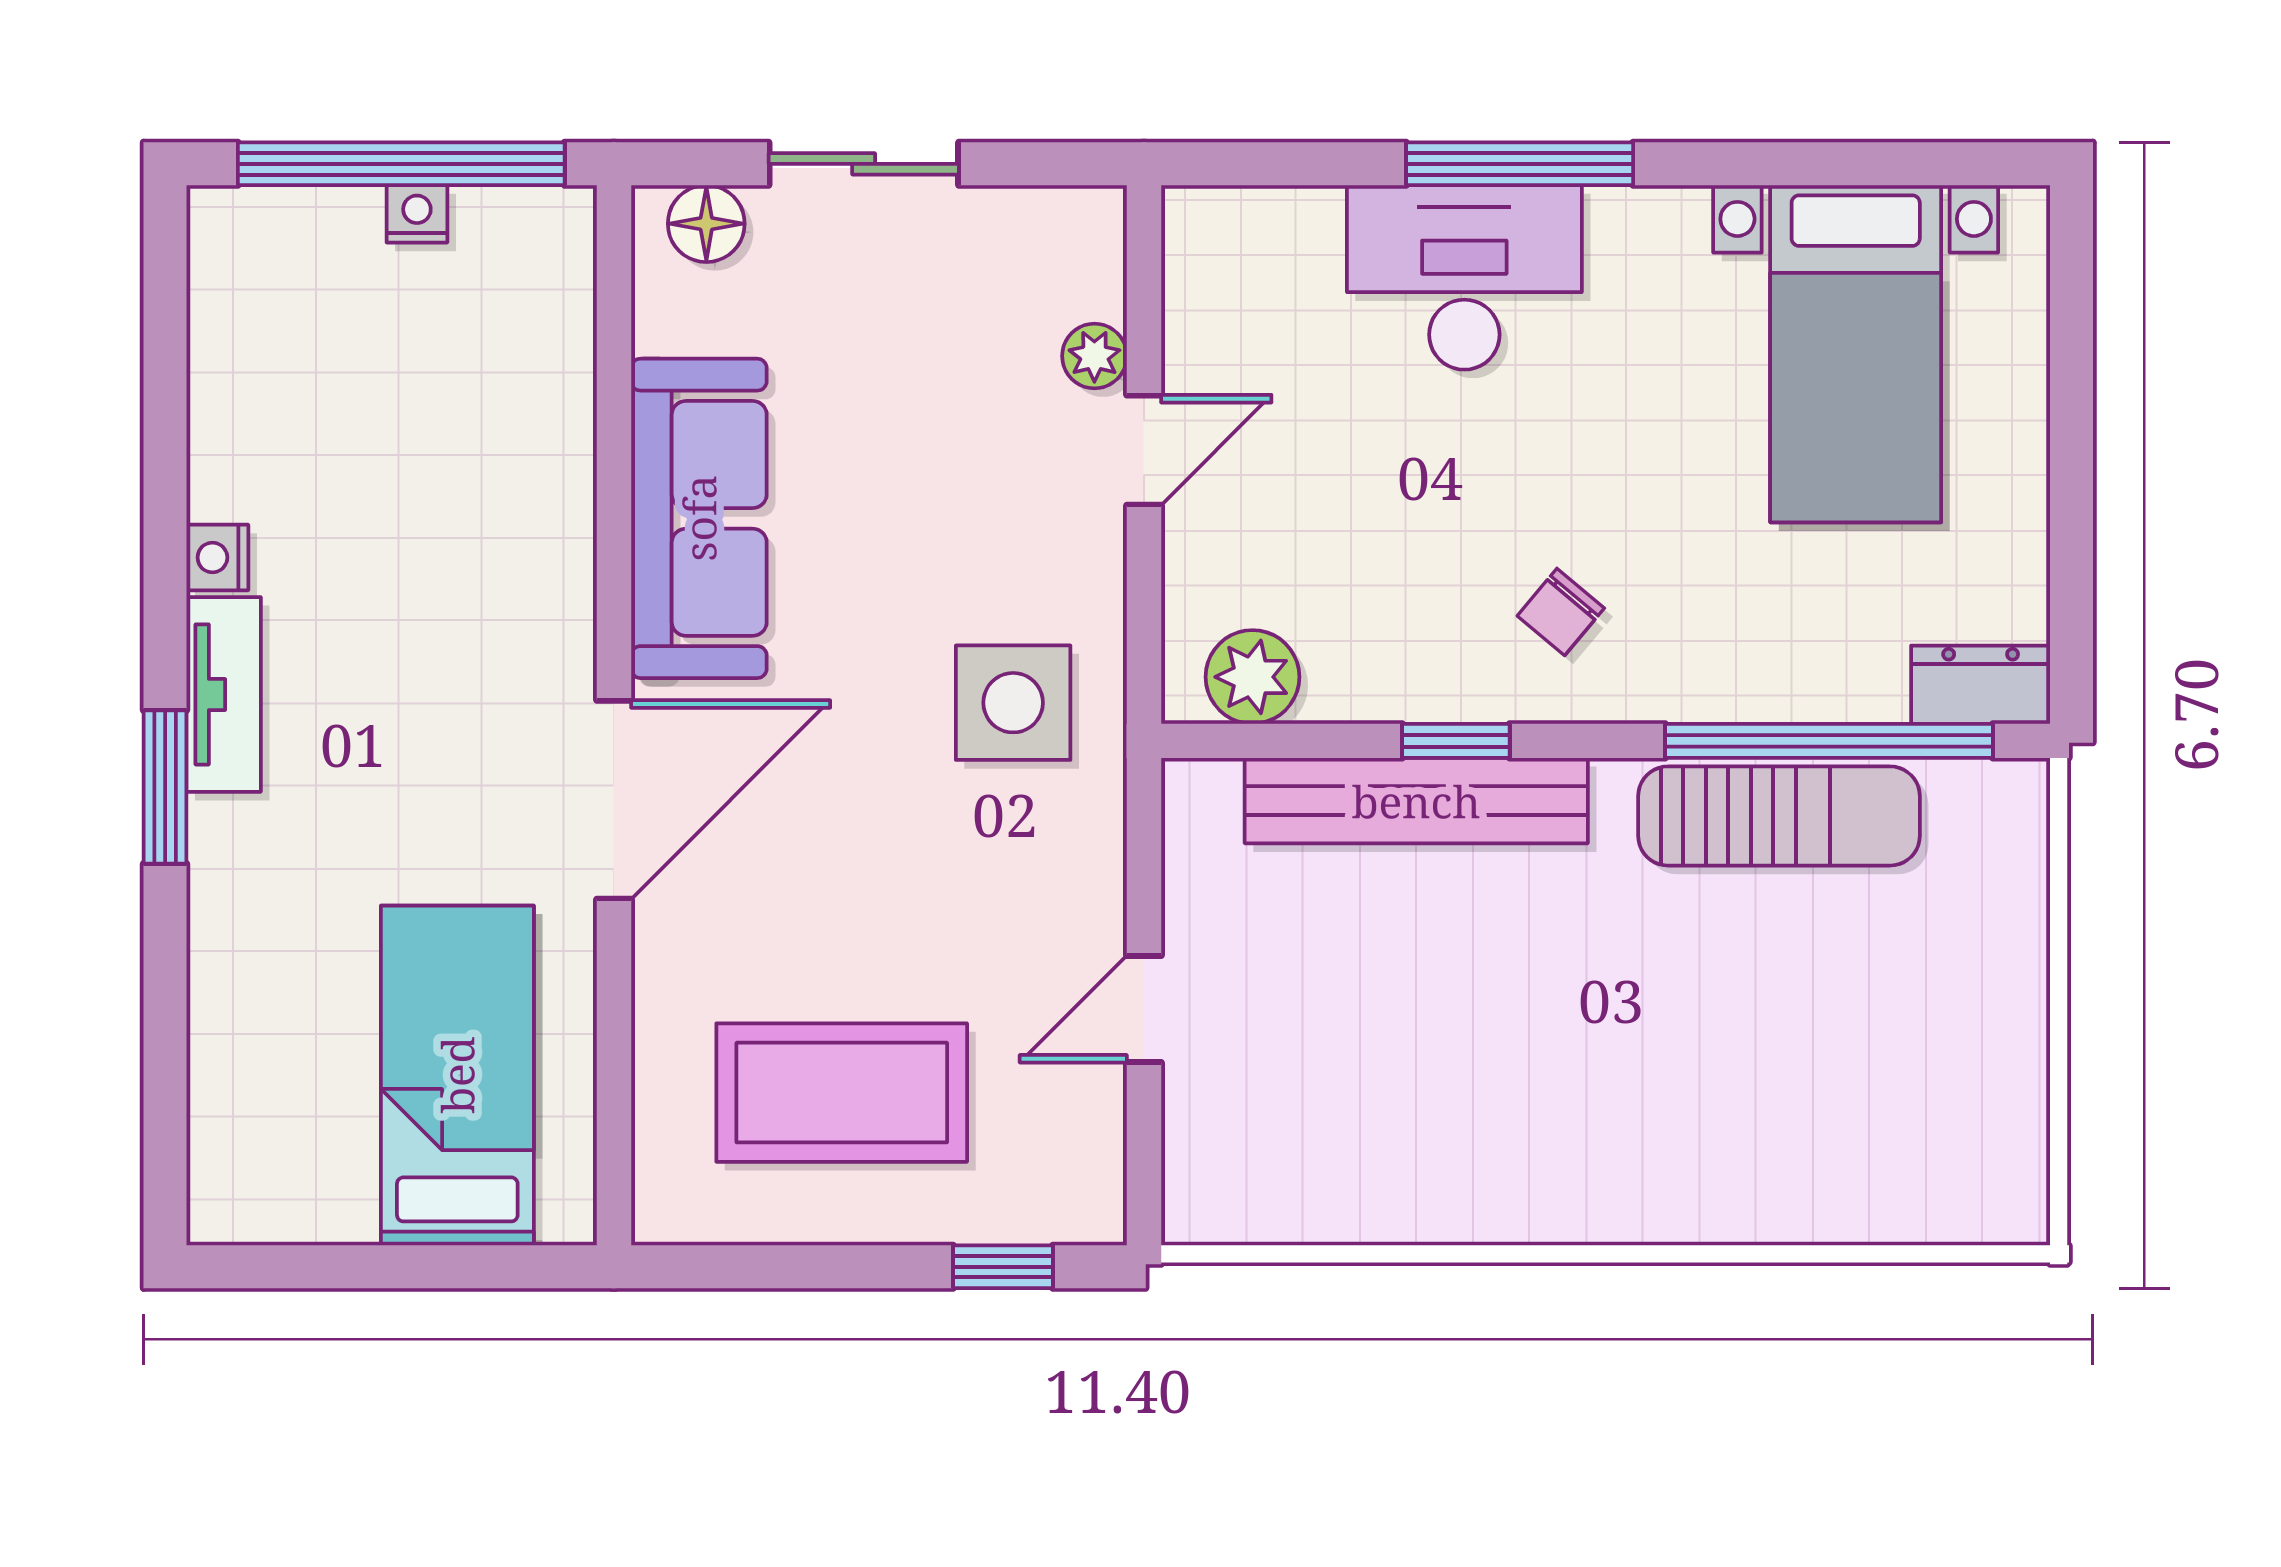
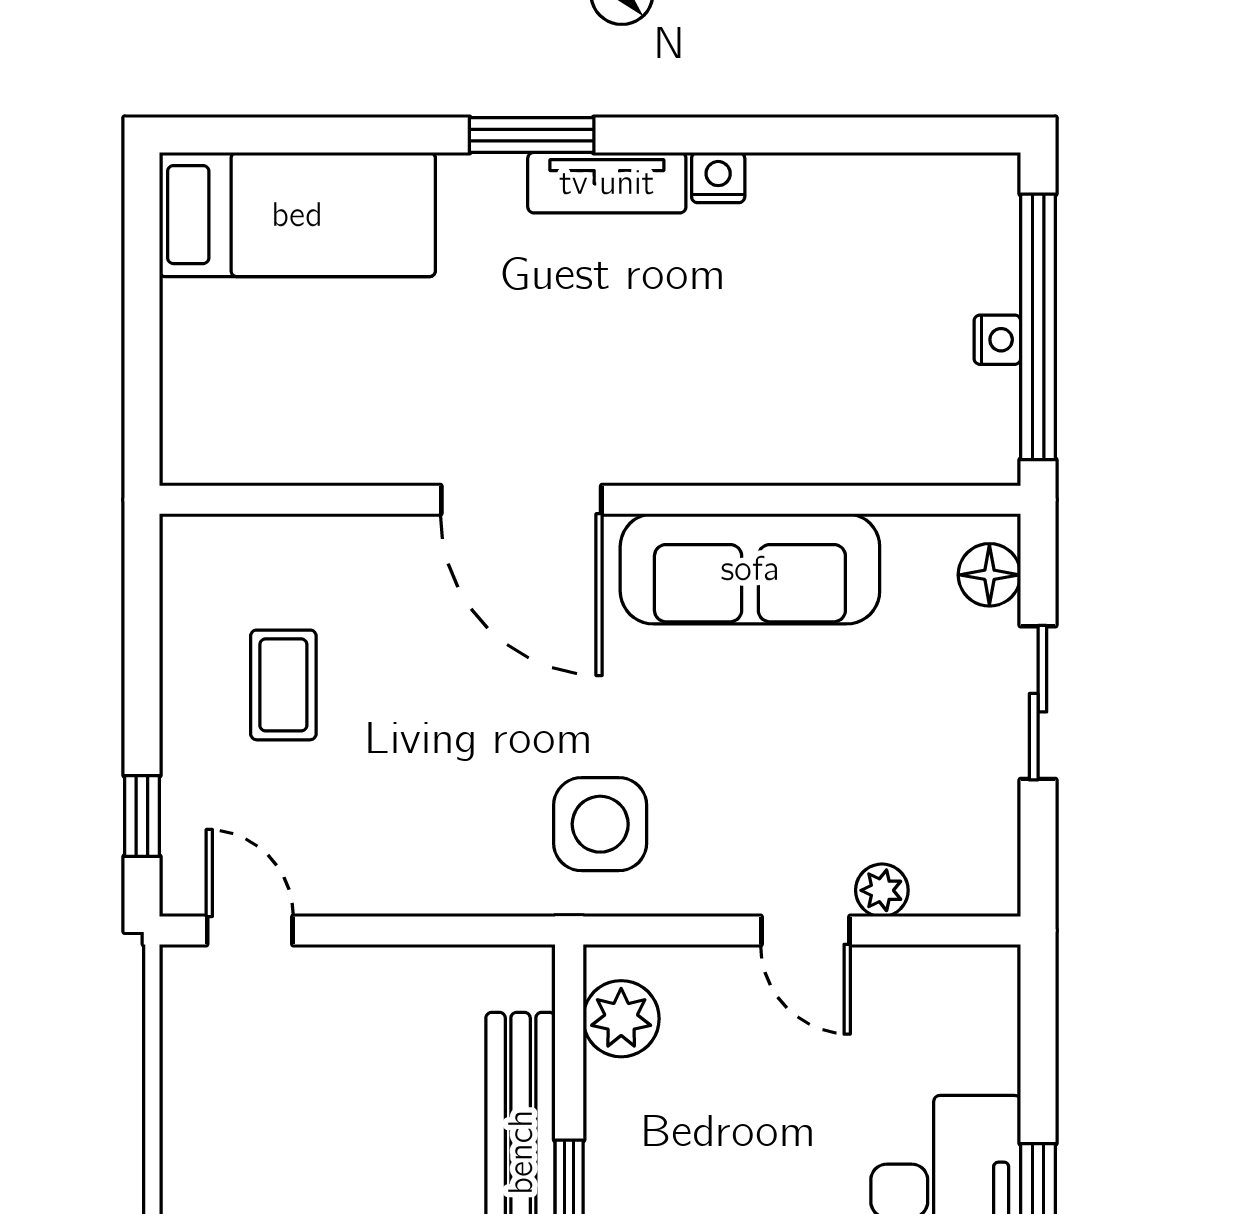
door: (1144, 1009) -> (250, 930), moved
bed: (457, 1075) -> (297, 215), moved
coffee table: (842, 1093) -> (283, 685), width x0.54, depth x0.58

